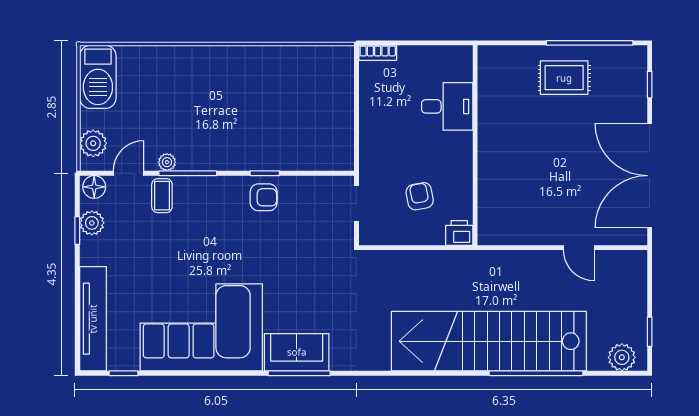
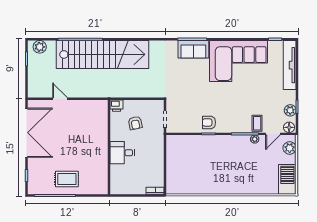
desk: (447, 106) -> (122, 153), moved

